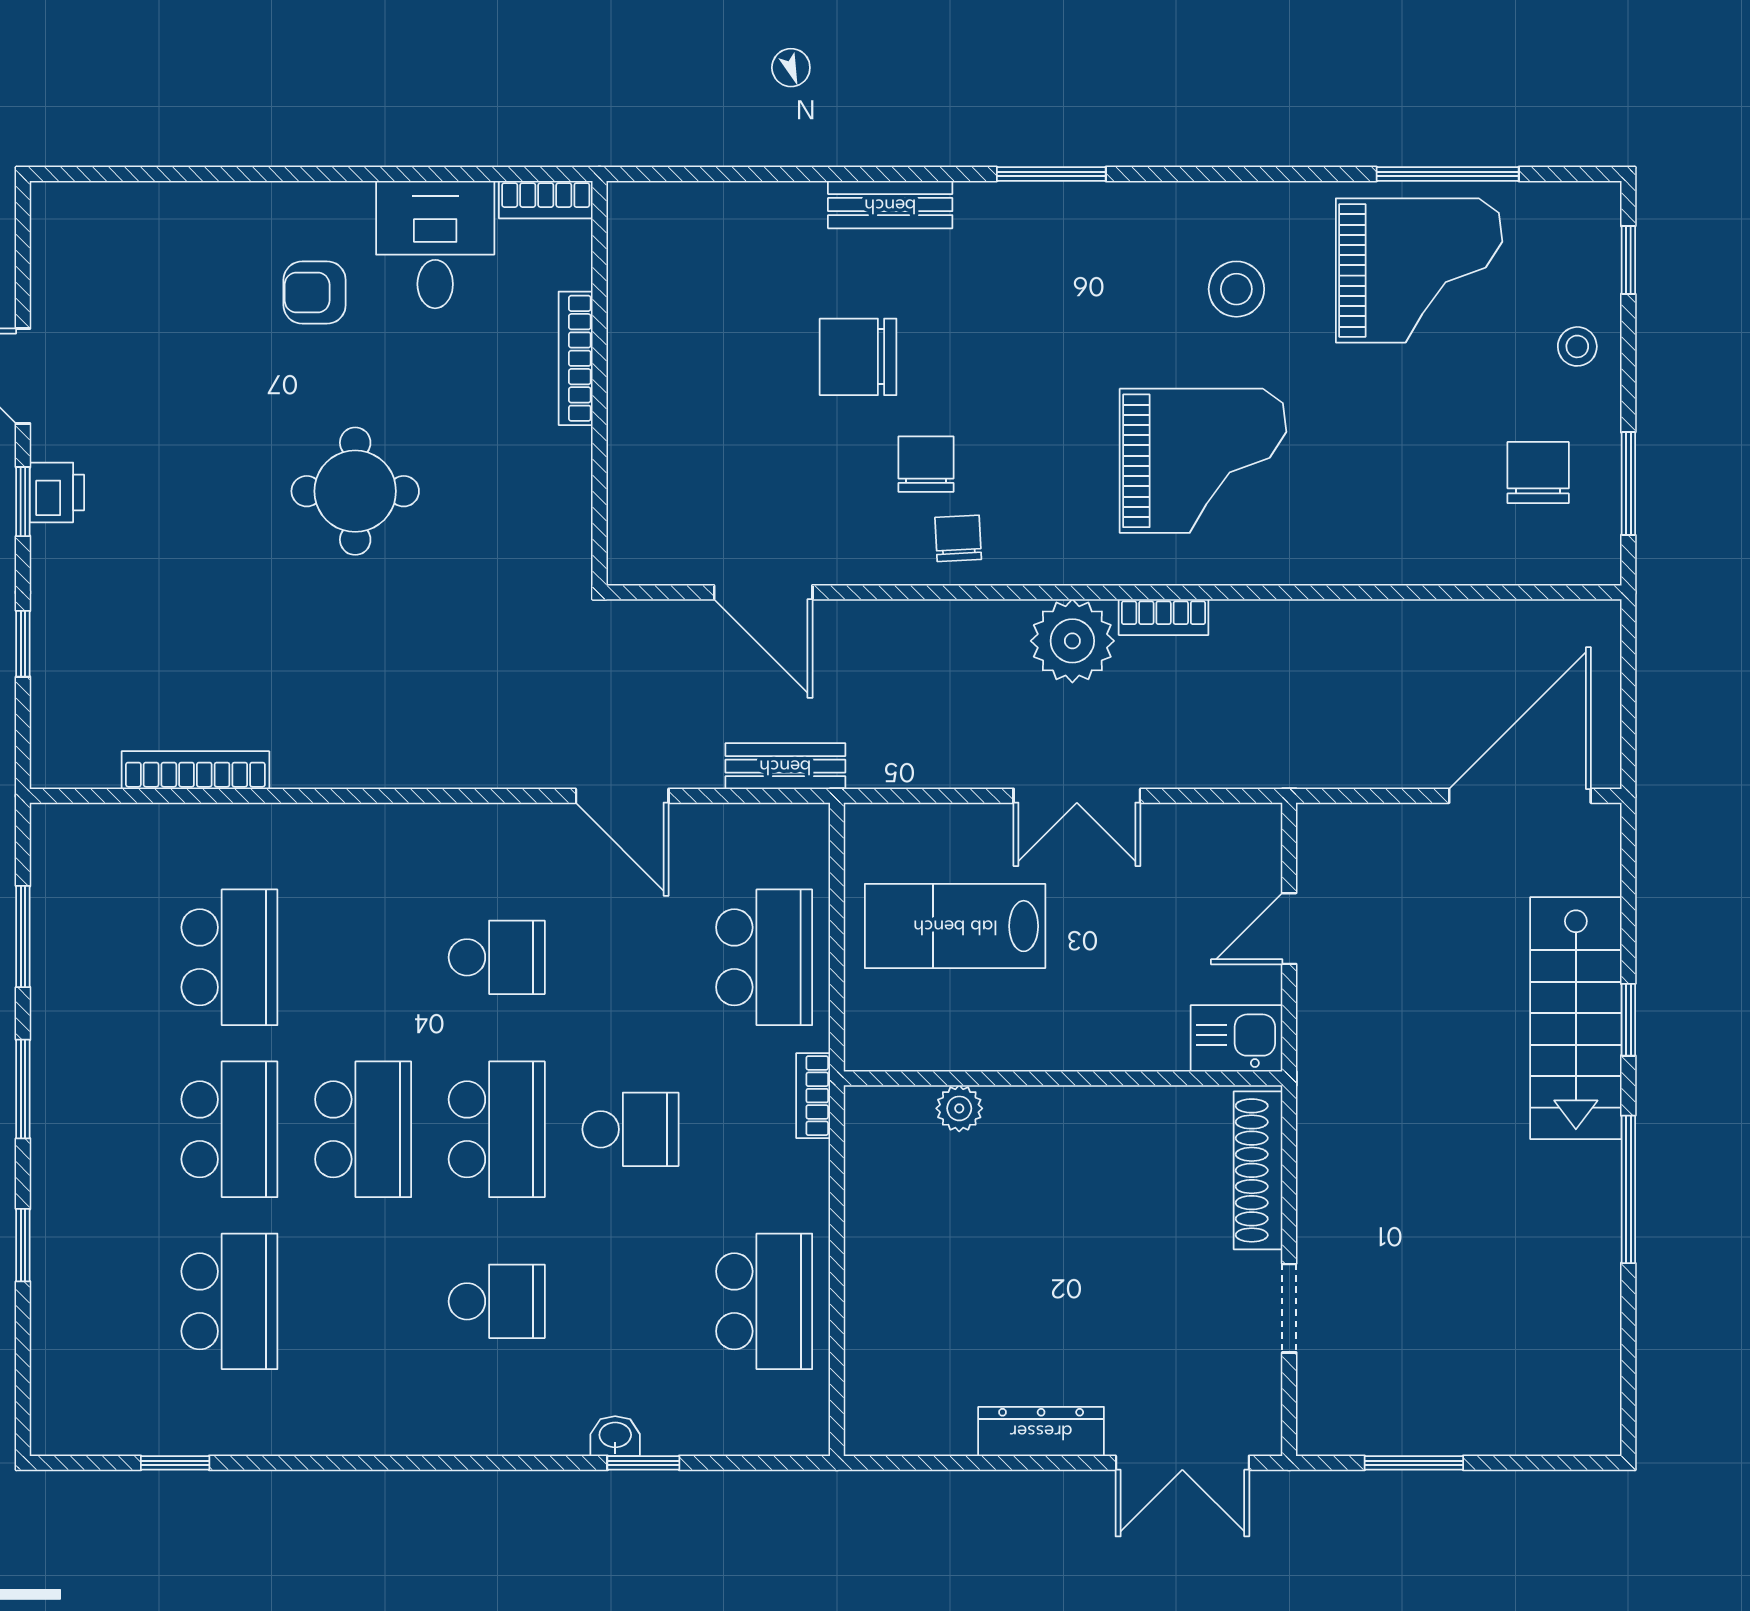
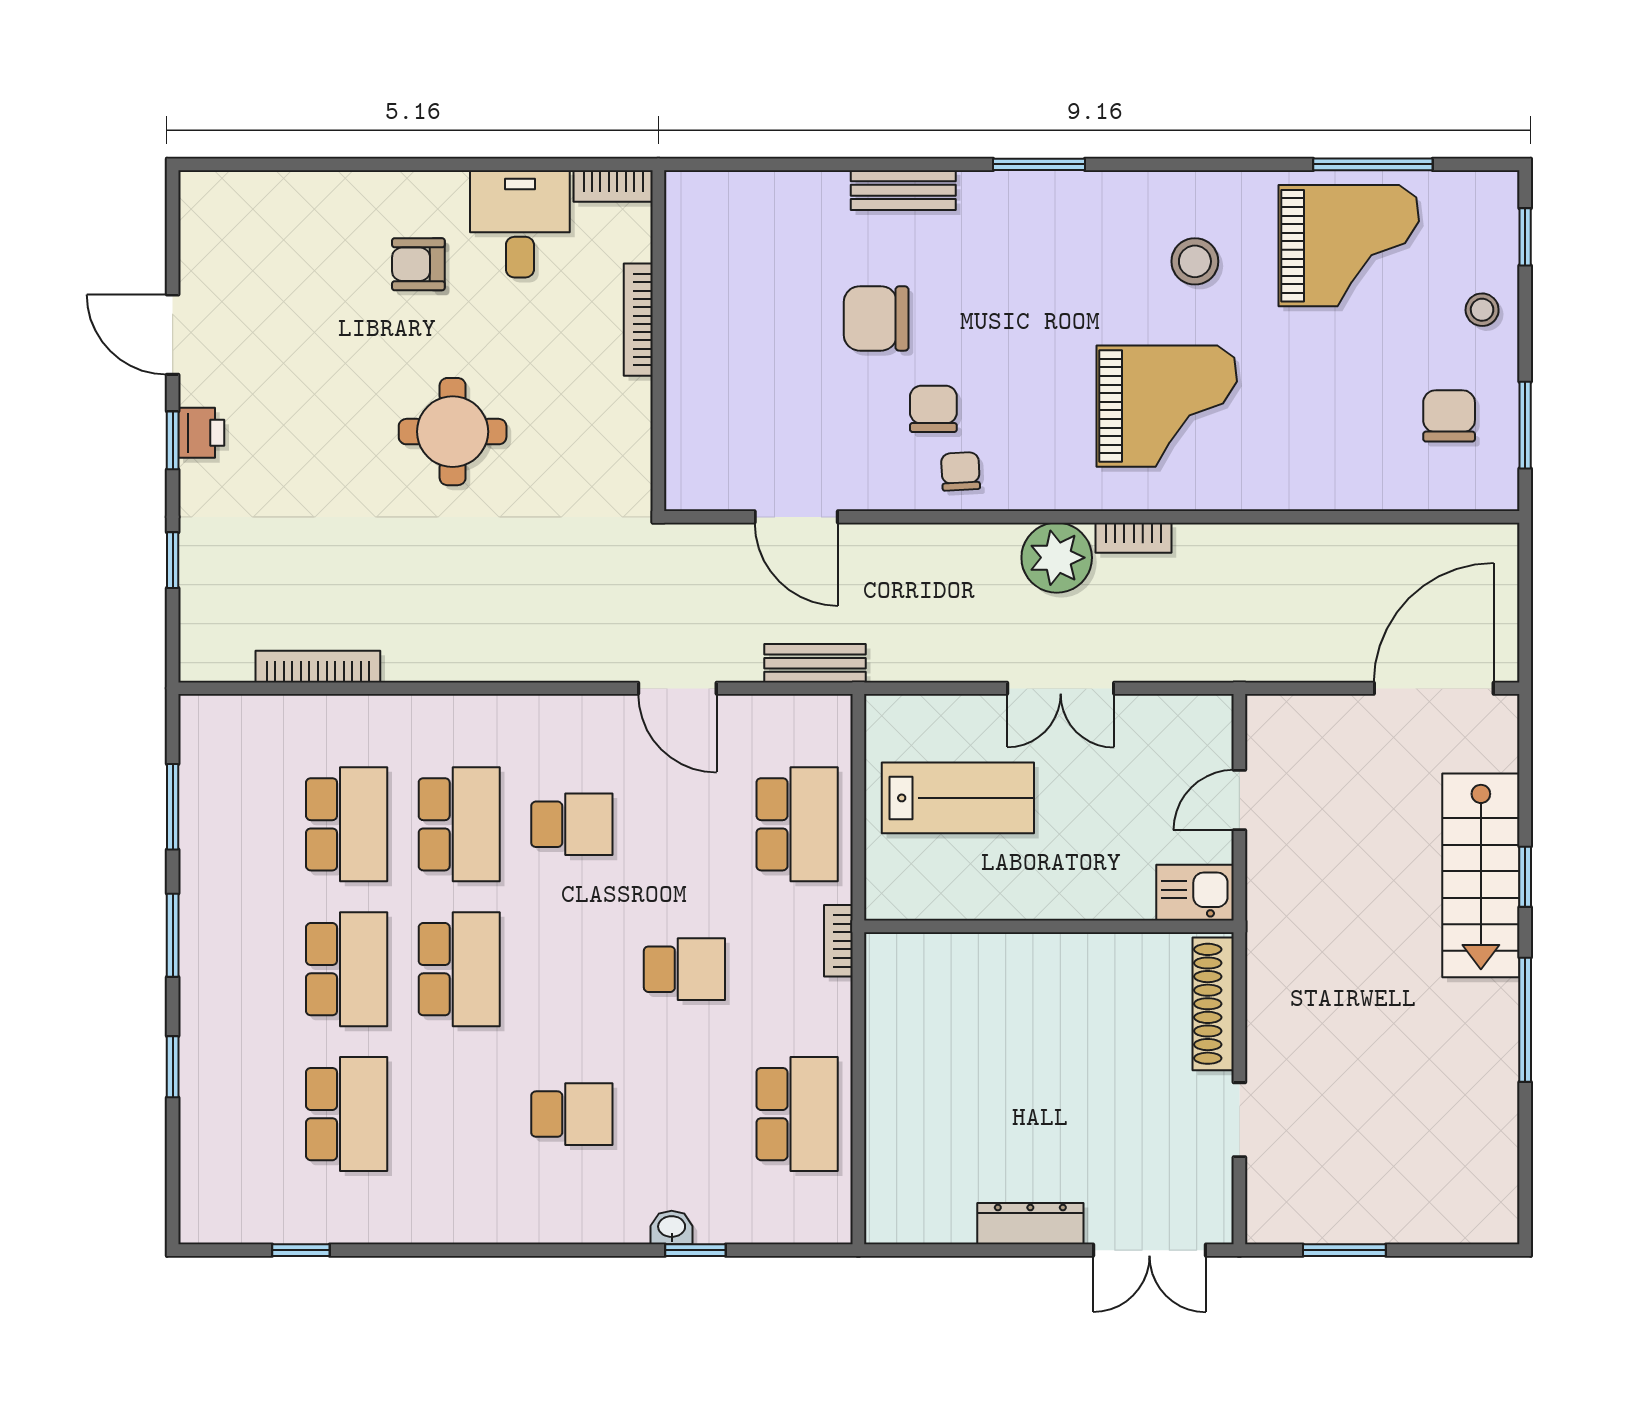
lab bench: (955, 926) -> (958, 798), turned 180
plant: (959, 1108) -> (961, 952), removed
school desk: (497, 1129) -> (459, 824), moved

